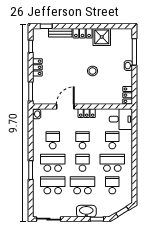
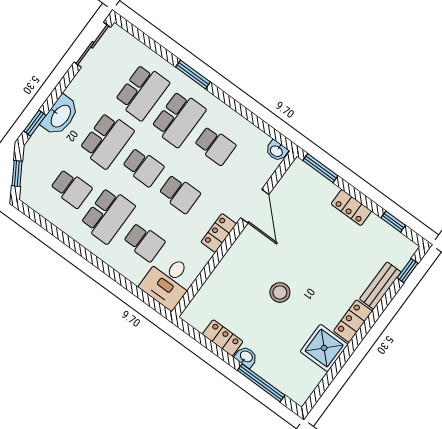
locker: (128, 95) -> (223, 338), moved

